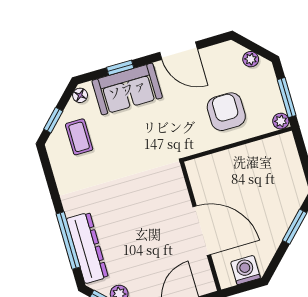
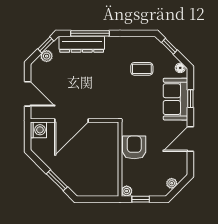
window: (287, 98) -> (141, 199), width x0.67
armchair: (226, 112) -> (134, 147), moved, turned -90
coffee table: (79, 137) -> (142, 69), moved
washing machine: (245, 270) -> (38, 130), moved

